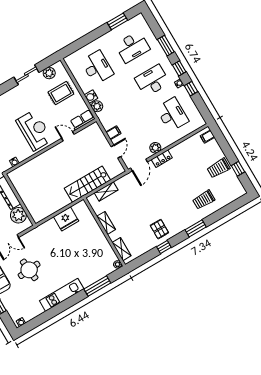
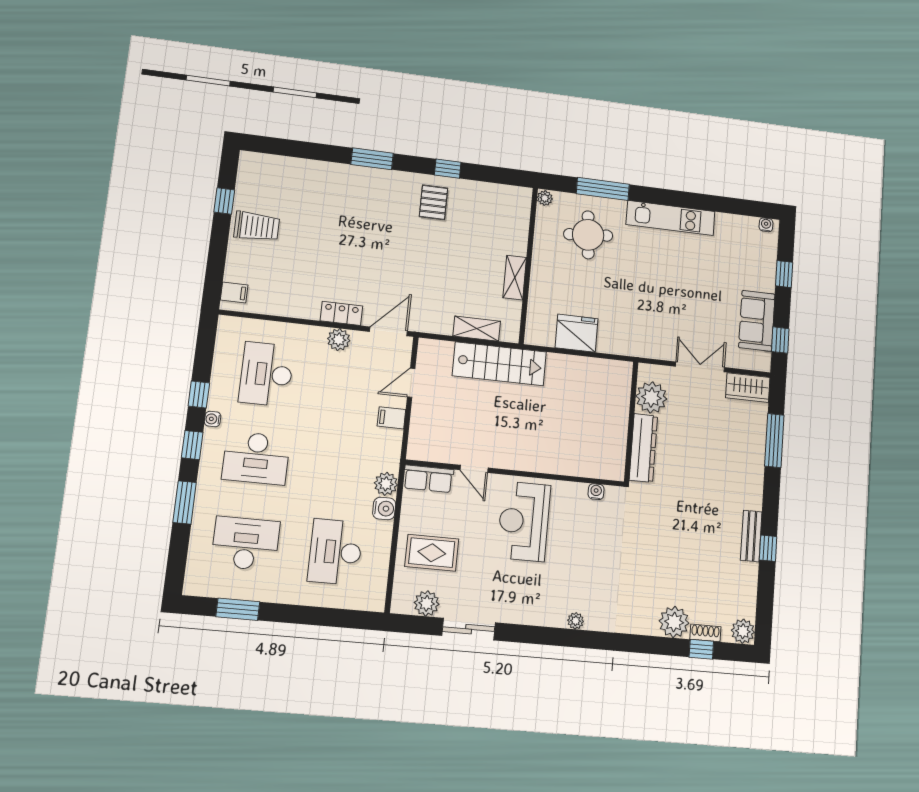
trolley: (204, 200) -> (323, 194), removed
shelving: (122, 249) -> (520, 217), removed
round table: (29, 270) -> (588, 235), moved

